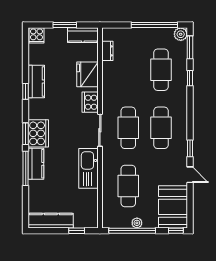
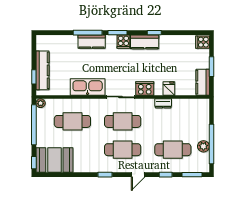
plant: (181, 34) -> (203, 146), moved
dresser: (107, 51) -> (163, 103), moved
fridge: (87, 74) -> (169, 88), width x0.53, depth x0.75
kitchen counter: (36, 82) -> (145, 42), moved
cooker: (38, 133) -> (123, 42), width x0.53, depth x0.76
door: (190, 175) -> (138, 175), moved
kitchen counter: (51, 221) -> (42, 70), moved
plant: (137, 223) -> (41, 103), moved

